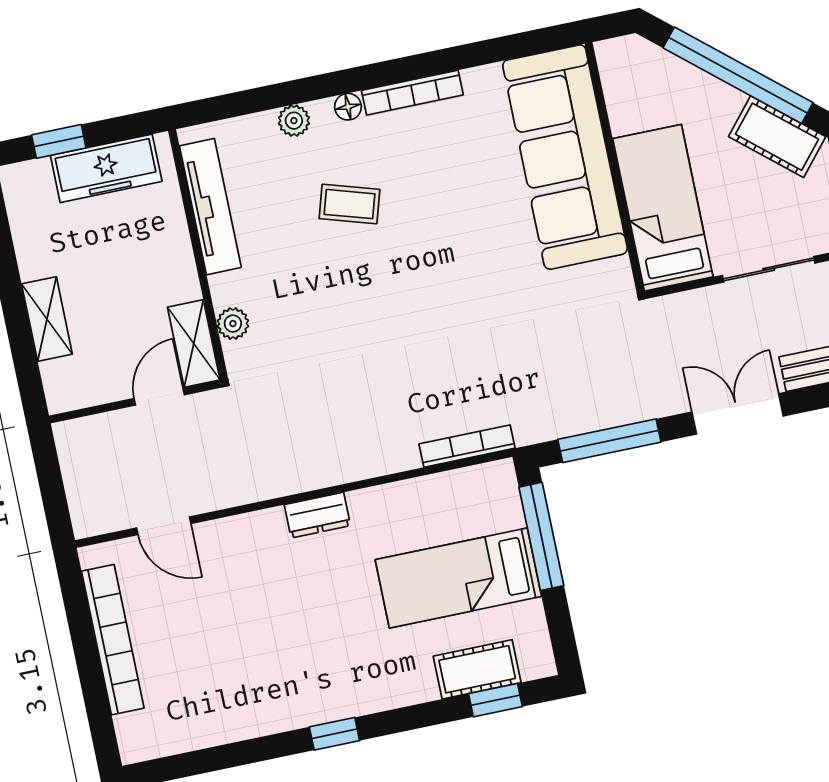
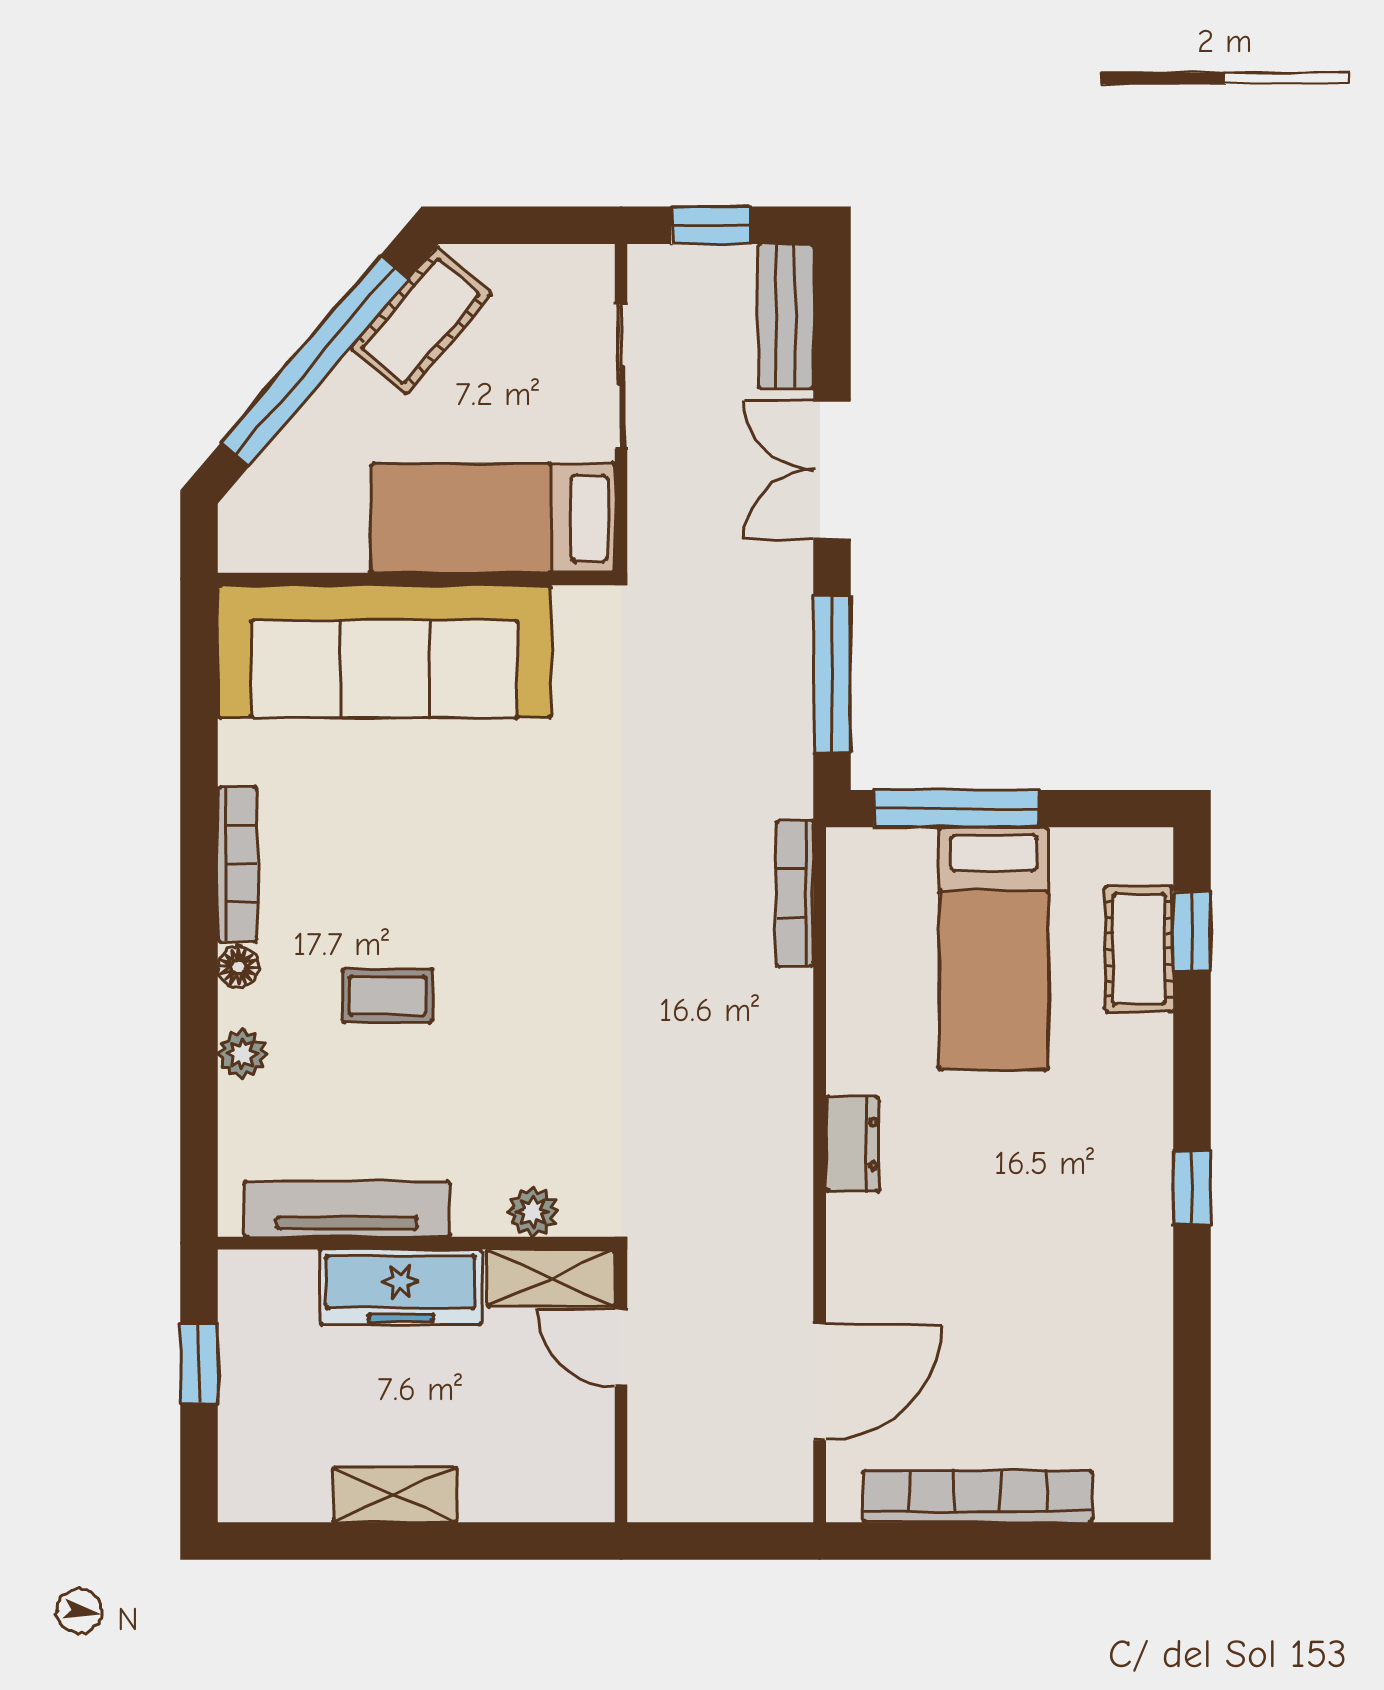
window: (59, 141) -> (199, 1364), moved
freezer: (106, 168) -> (401, 1287), moved, turned 90
coffee table: (350, 204) -> (388, 996), turned 73
shelving: (47, 319) -> (395, 1495), moved
door: (164, 526) -> (820, 1382), width x1.38

